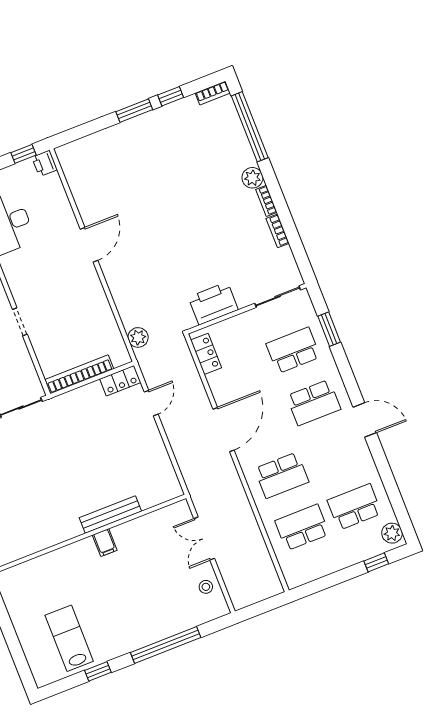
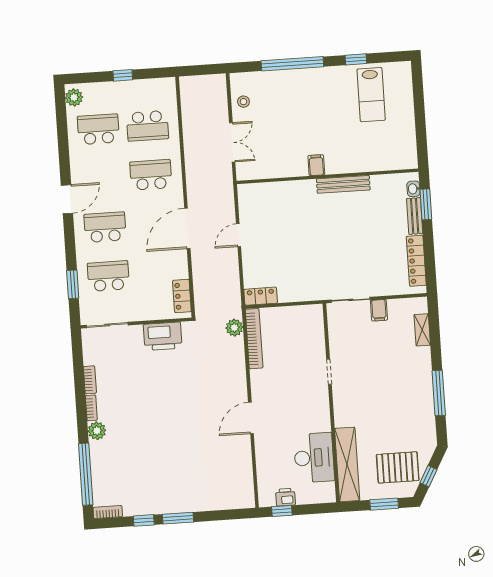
printer: (45, 163) -> (285, 497), moved, turned -90
school desk: (293, 350) -> (108, 276), turned 180
bookcase: (79, 374) -> (254, 339), moved, turned -90
door: (151, 403) -> (239, 235), moved
door: (365, 420) -> (67, 199), swing flipped
school desk: (354, 507) -> (98, 129), turned 180
bench: (110, 515) -> (343, 184), moved
window: (376, 562) -> (123, 75), moved

